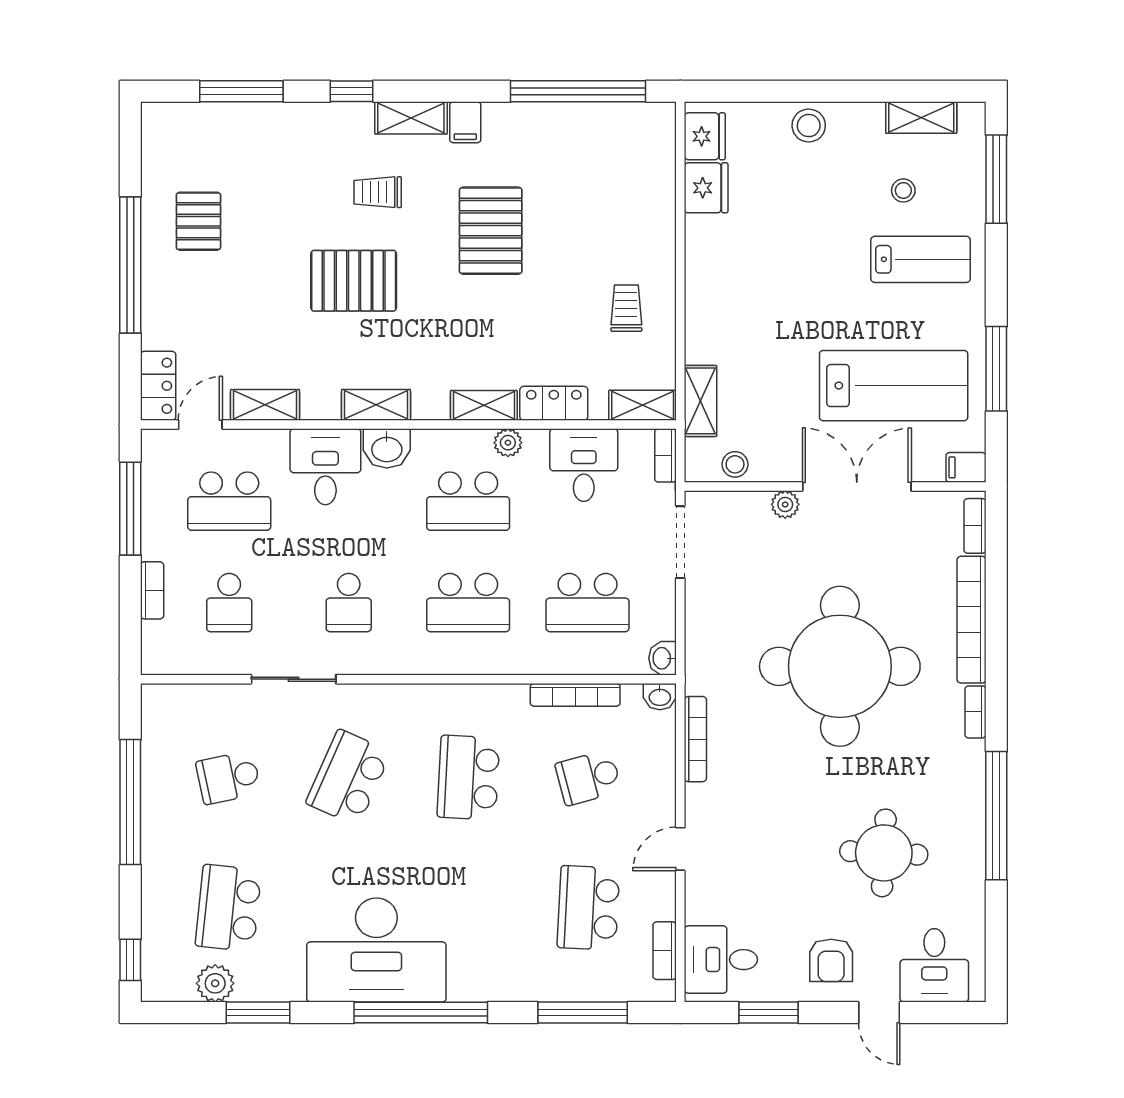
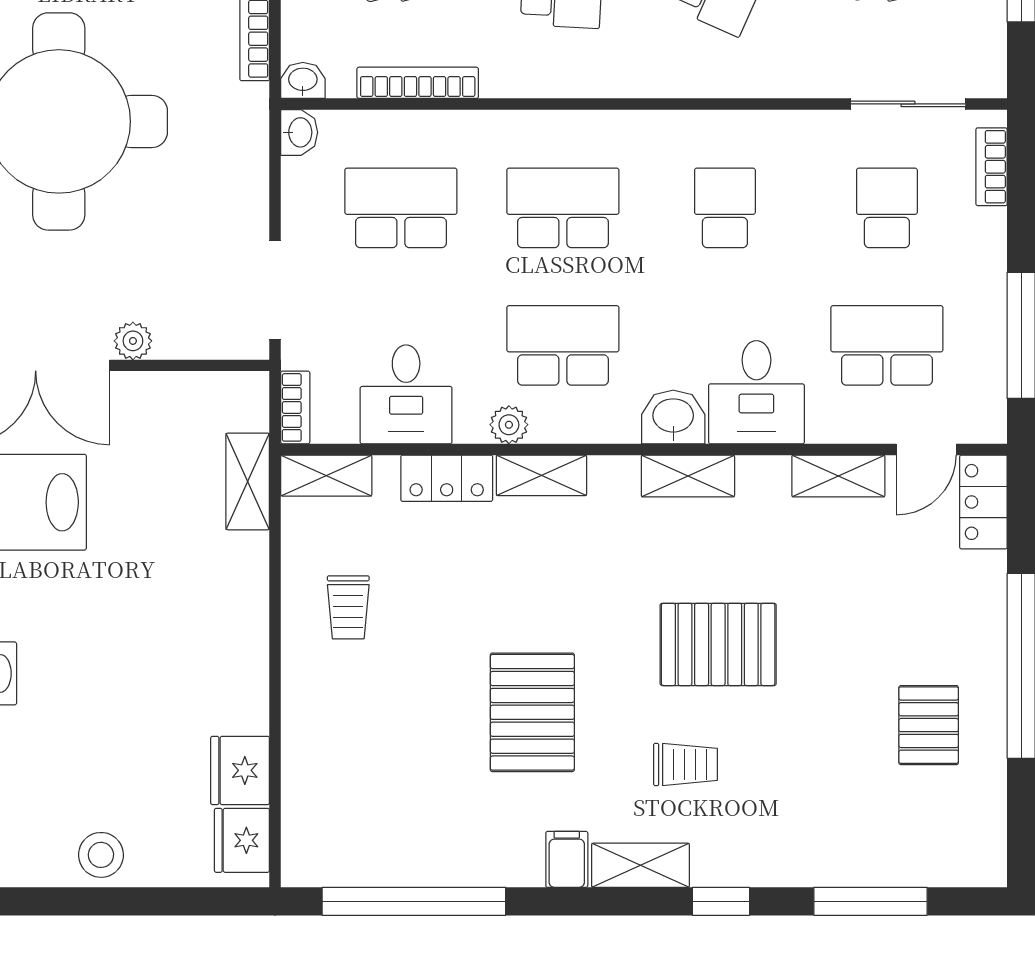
stool: (735, 464) -> (201, 395), removed
bookcase: (152, 590) -> (992, 167), moved
sliding door: (294, 679) -> (908, 104), moved

